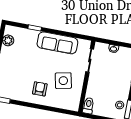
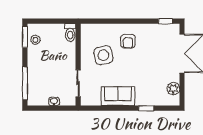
sofa: (57, 43) -> (118, 96), width x0.73

